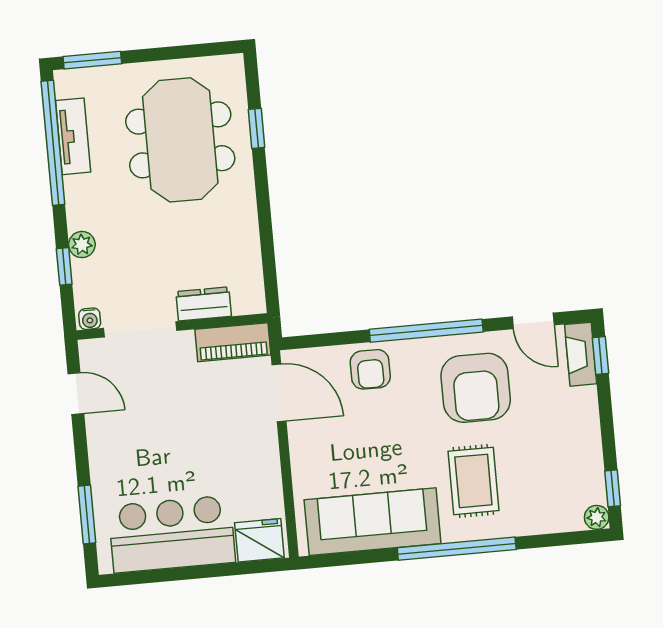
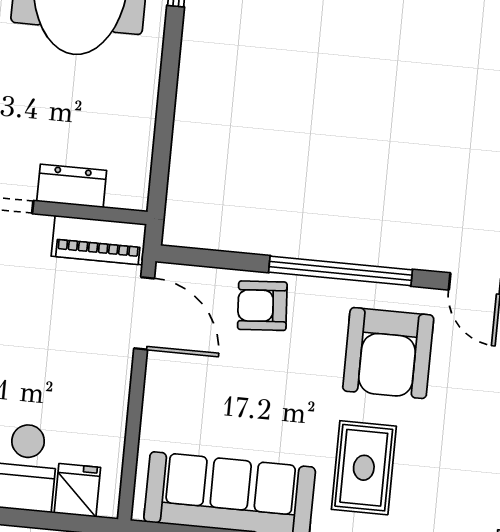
armchair: (370, 369) -> (262, 306), turned 86
fridge: (259, 540) -> (77, 490), width x0.72

